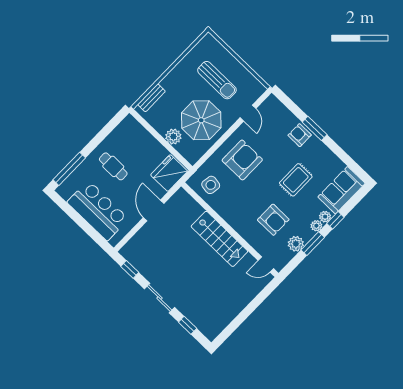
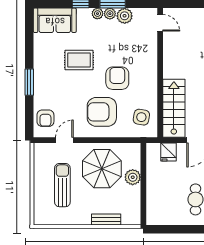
bench: (152, 98) -> (106, 219), moved
armchair: (300, 135) -> (45, 118), moved
fridge: (169, 173) -> (168, 152), width x0.53, depth x0.75
plant: (325, 217) -> (110, 14), moved
armchair: (273, 220) -> (117, 78), moved
stairs: (219, 239) -> (174, 108), moved

